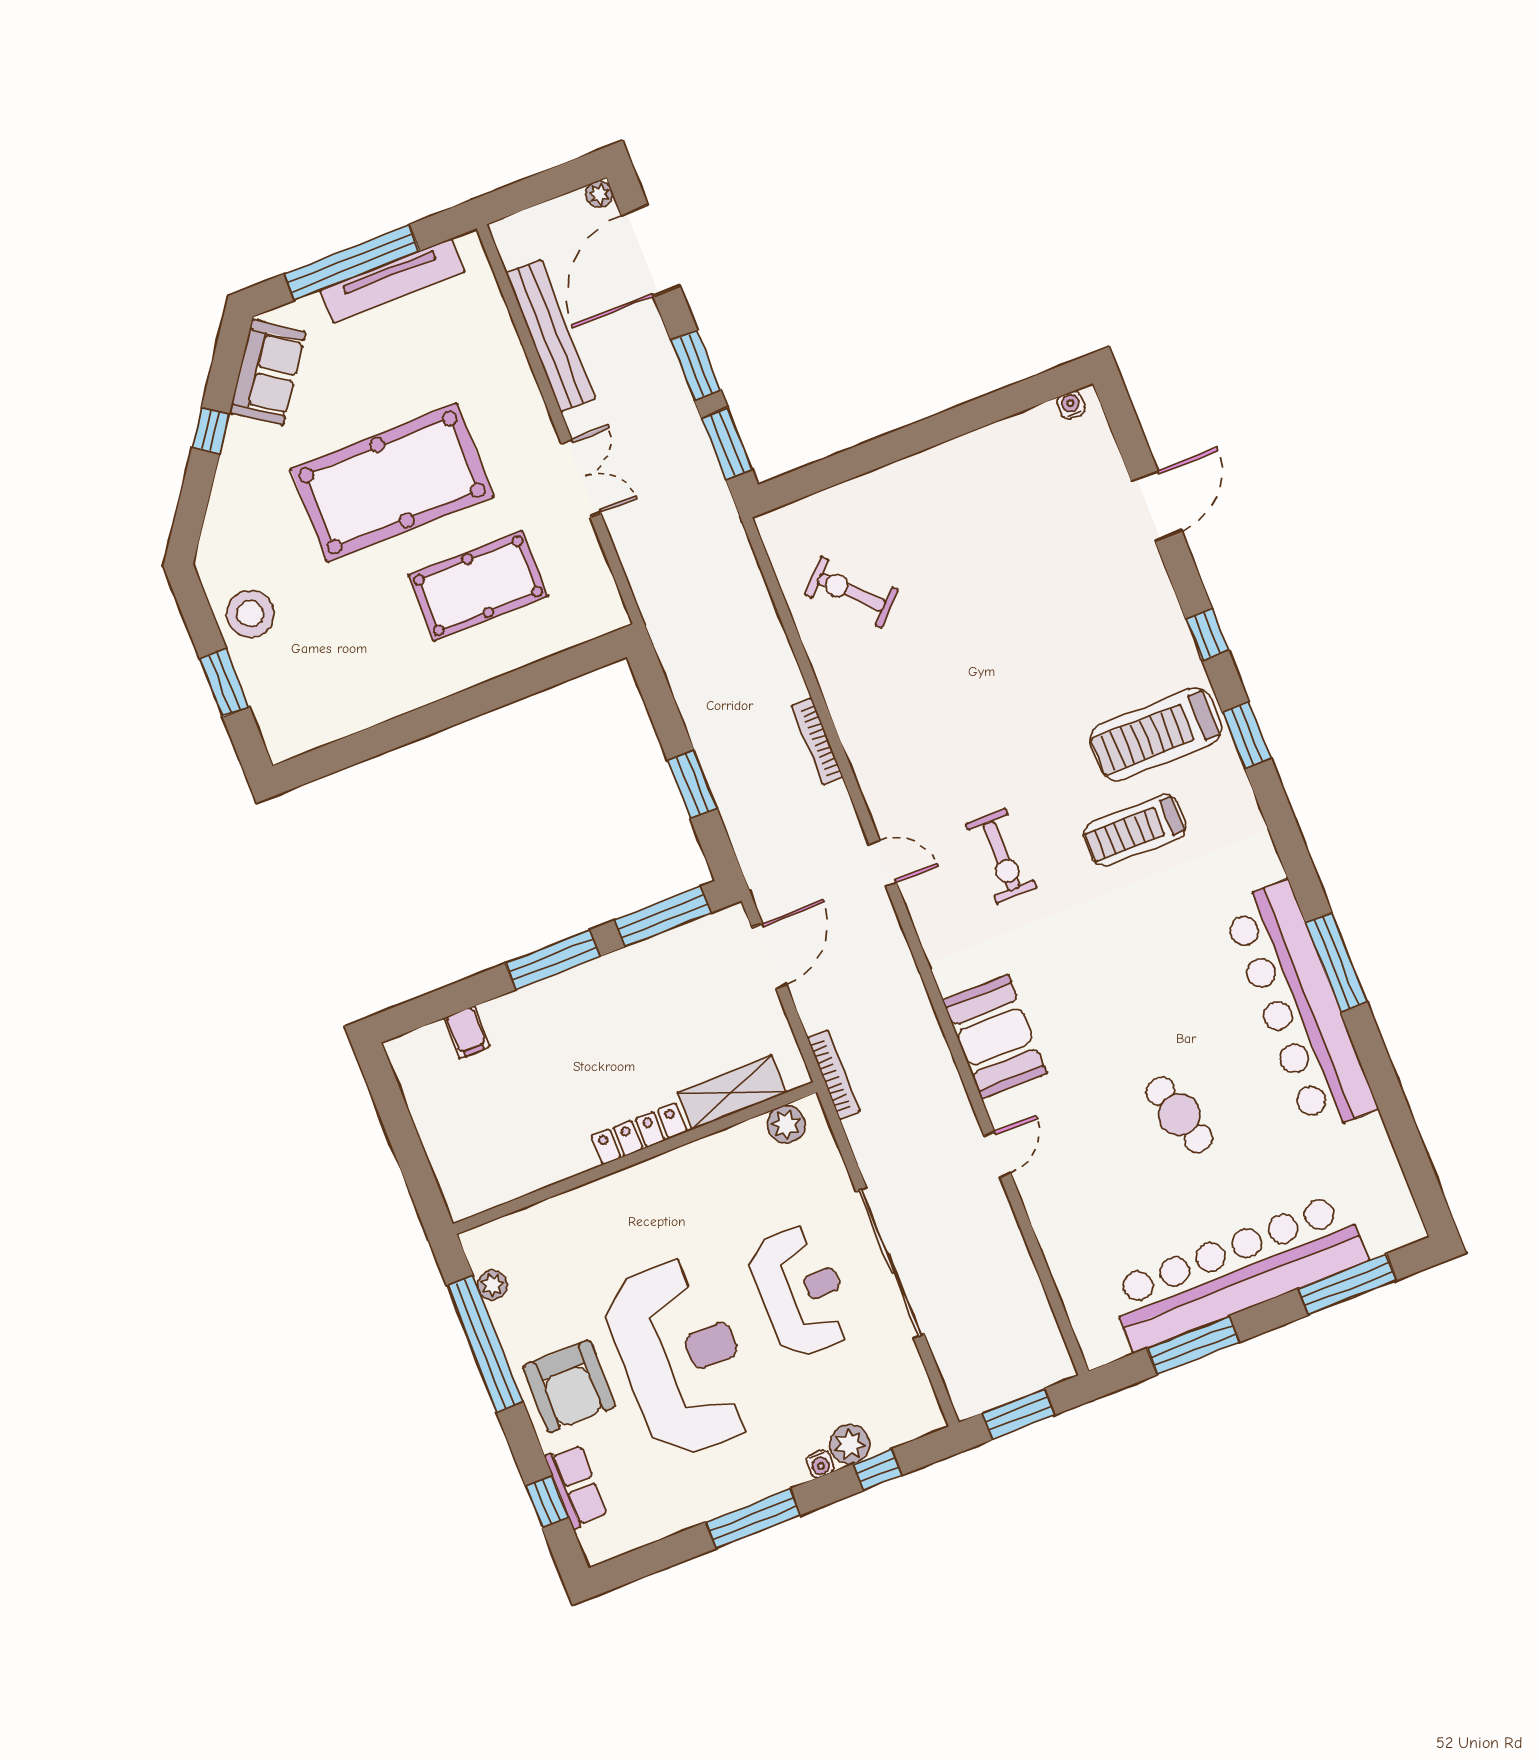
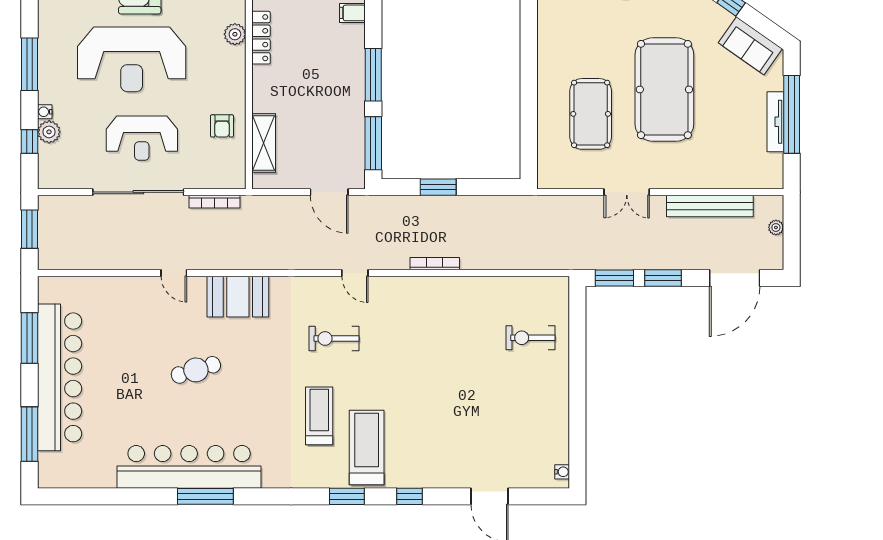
plant: (599, 194) -> (776, 227), moved
door: (651, 250) -> (735, 278), swing flipped
tv unit: (393, 281) -> (775, 122), width x0.73, depth x0.78
exercise bike: (851, 592) -> (530, 338), moved, turned -135
door: (883, 864) -> (355, 273), hinge flipped
bookcase: (834, 1075) -> (214, 202), moved
cafe table: (1179, 1115) -> (196, 370), moved
plant: (786, 1124) -> (235, 34), moved
locker: (639, 1134) -> (261, 38), moved
armchair: (731, 1170) -> (222, 126), added

